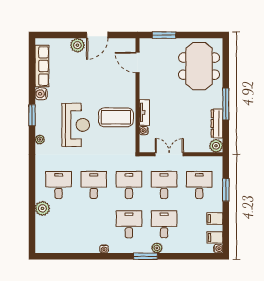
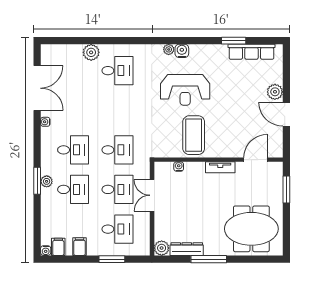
water cooler: (41, 94) -> (182, 51), moved
tv unit: (144, 112) -> (220, 167), moved
window: (32, 115) -> (234, 41), moved
double door: (169, 154) -> (152, 195), swing flipped
desk: (94, 185) -> (117, 110), removed
double door: (74, 256) -> (37, 88), added
window: (145, 256) -> (37, 181), moved

